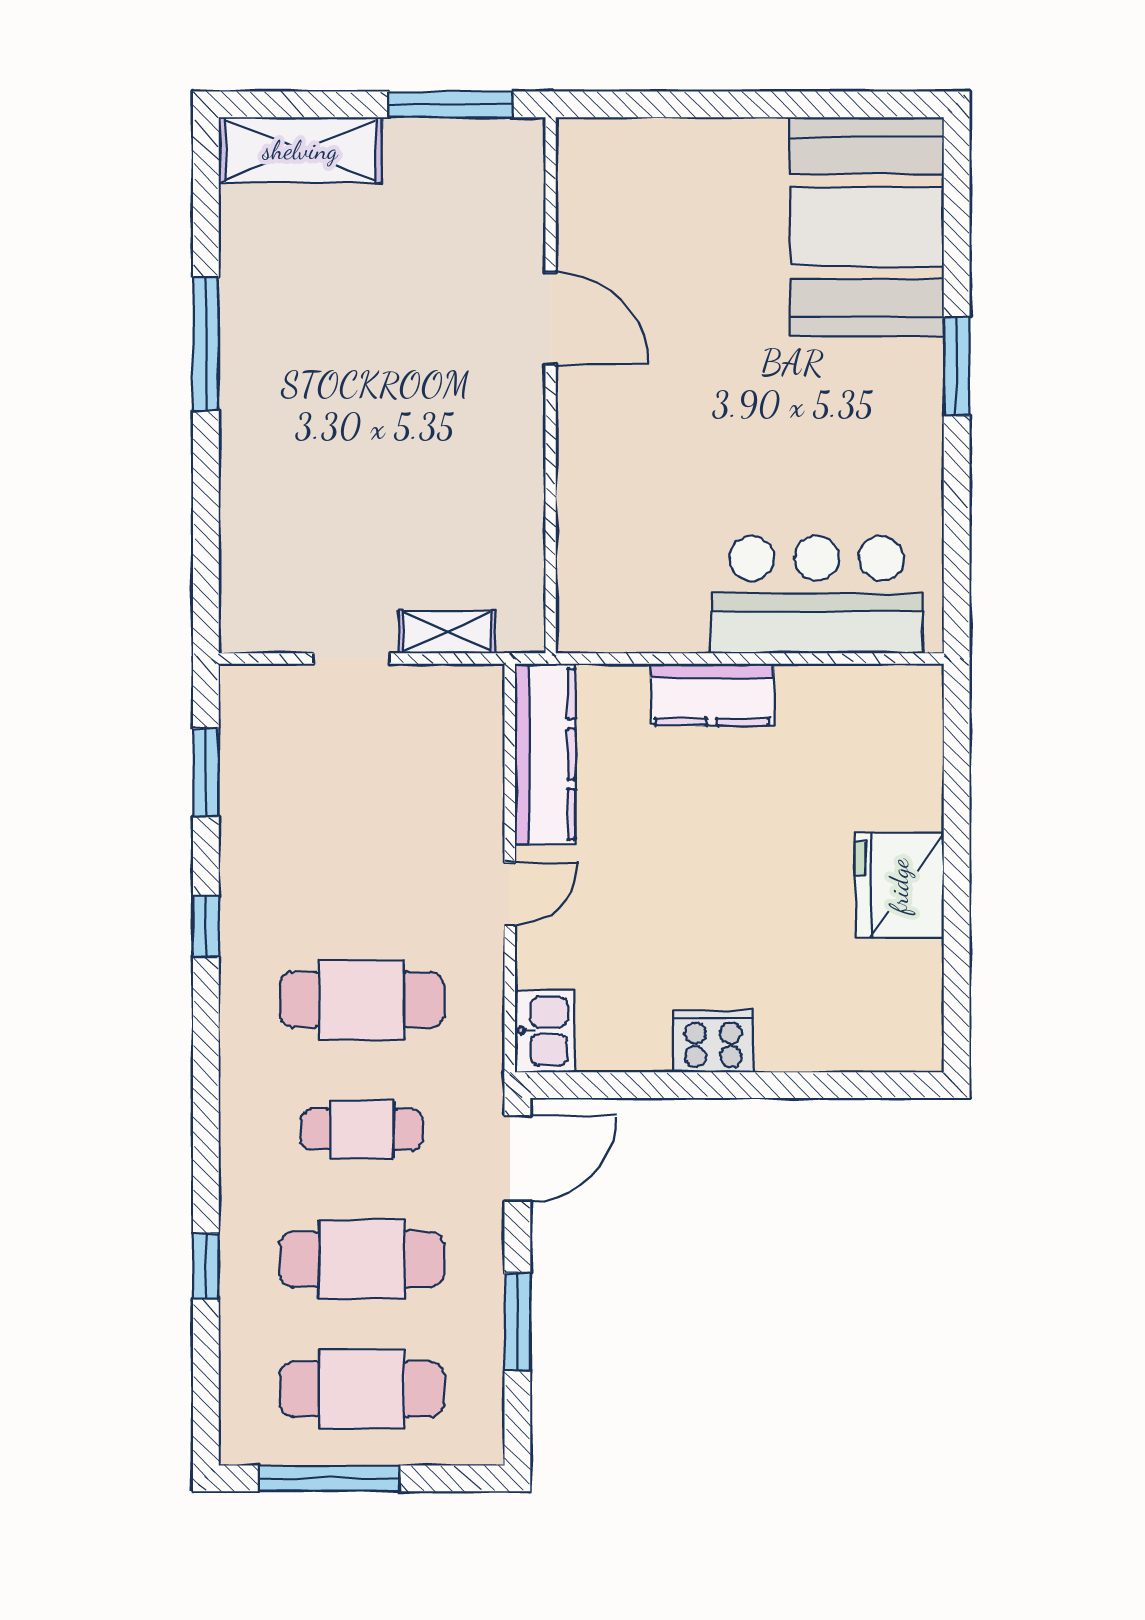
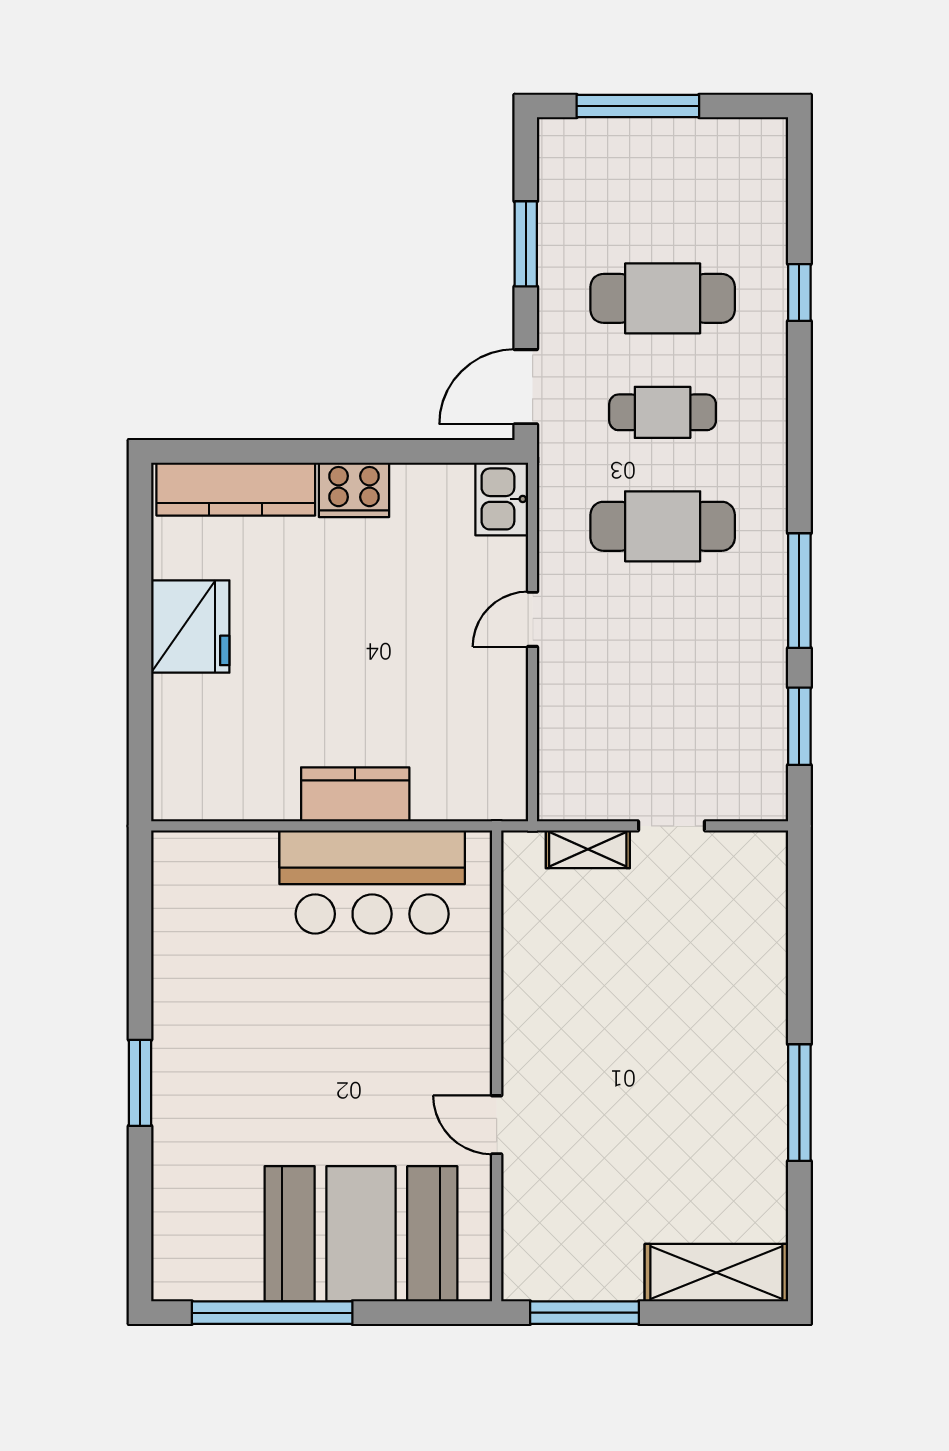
window: (806, 104) -> (272, 1313), added
booth: (867, 227) -> (361, 1234), moved, turned 90
door: (551, 318) -> (497, 1125), width x0.73
bar counter: (817, 595) -> (372, 882), moved
kitchen counter: (545, 754) -> (236, 489), moved, turned -90
window: (206, 927) -> (799, 591), width x2.17
cafe table: (362, 1389) -> (663, 184), removed
window: (329, 1478) -> (638, 106), moved

